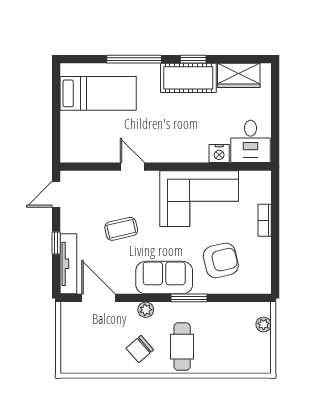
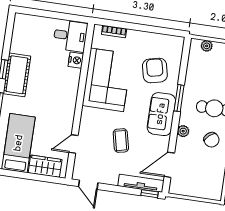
wardrobe: (239, 75) -> (45, 166), moved, turned -90
door: (132, 167) -> (74, 144), moved
bookcase: (265, 220) -> (114, 32), moved
window: (56, 243) -> (150, 194), moved

